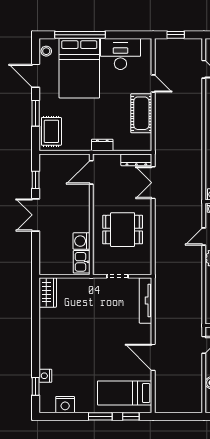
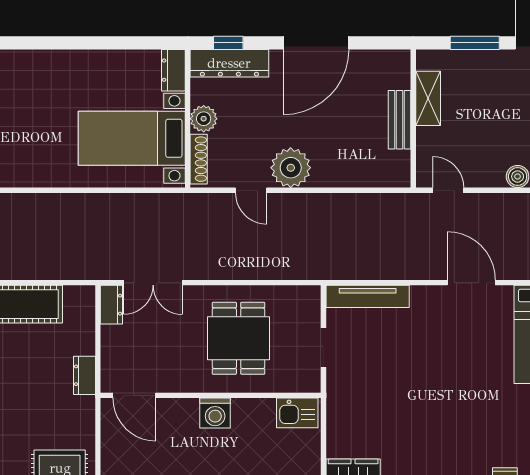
dresser: (136, 160) -> (111, 305), width x0.70
washing machine: (81, 241) -> (215, 413), moved
door: (153, 357) -> (471, 283), swing flipped

